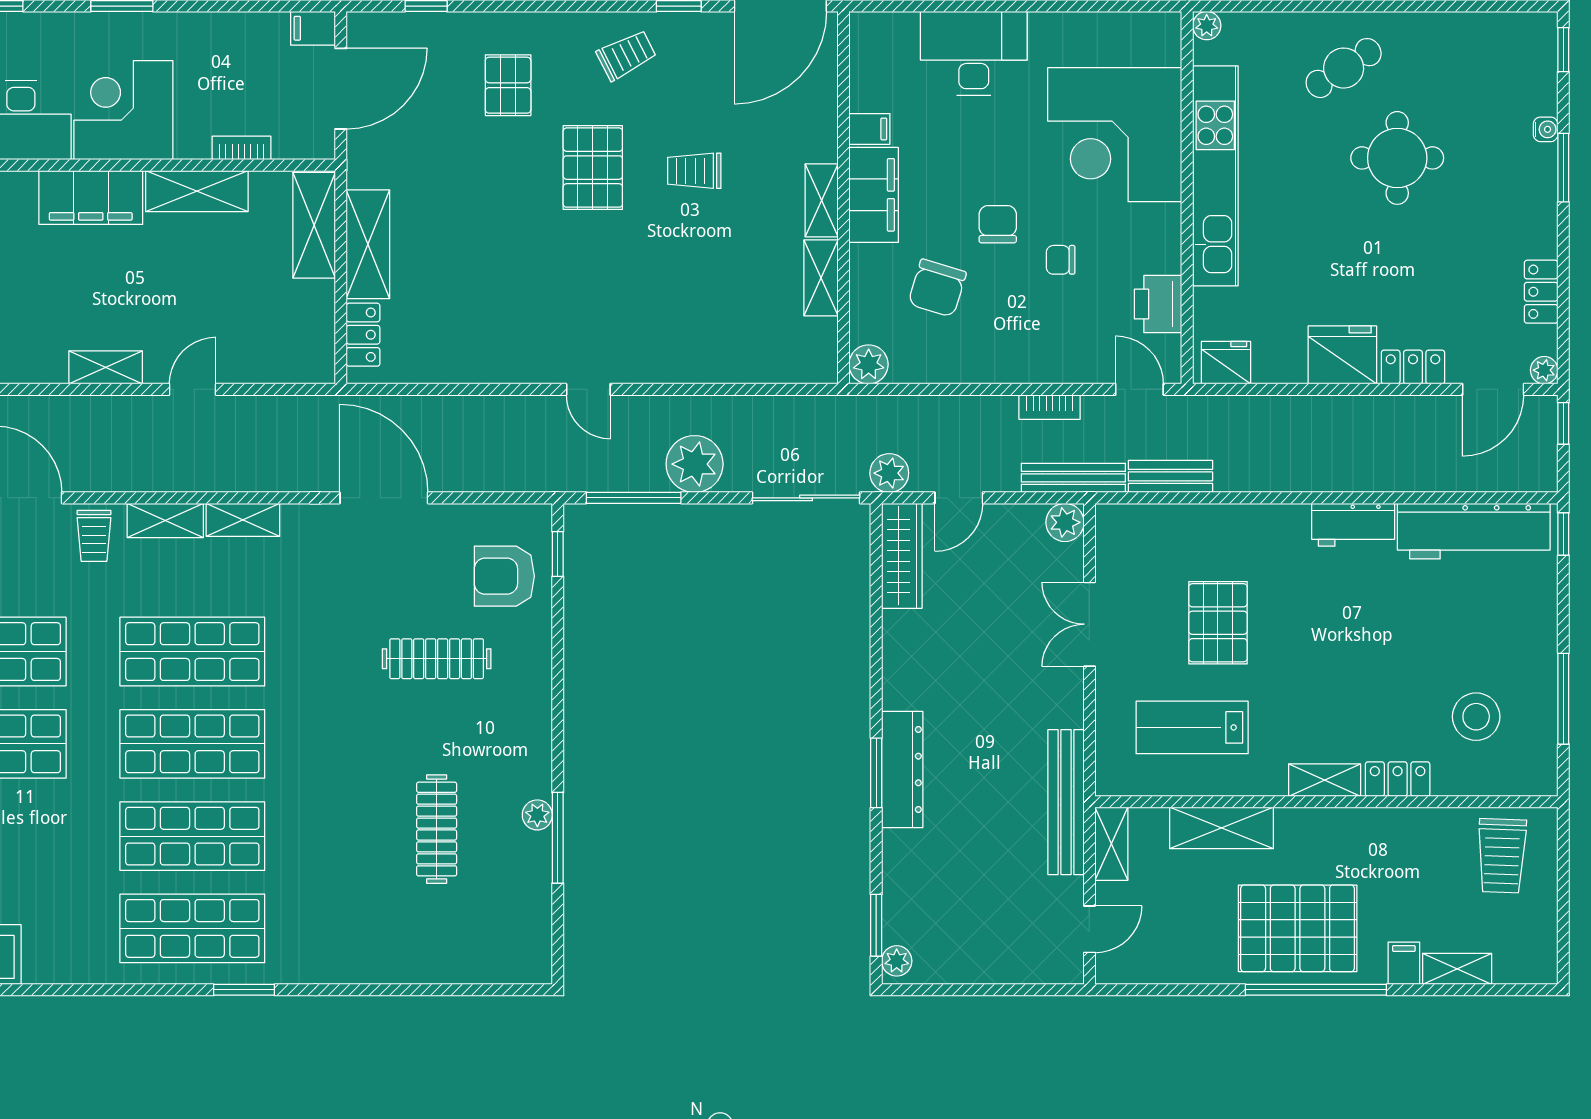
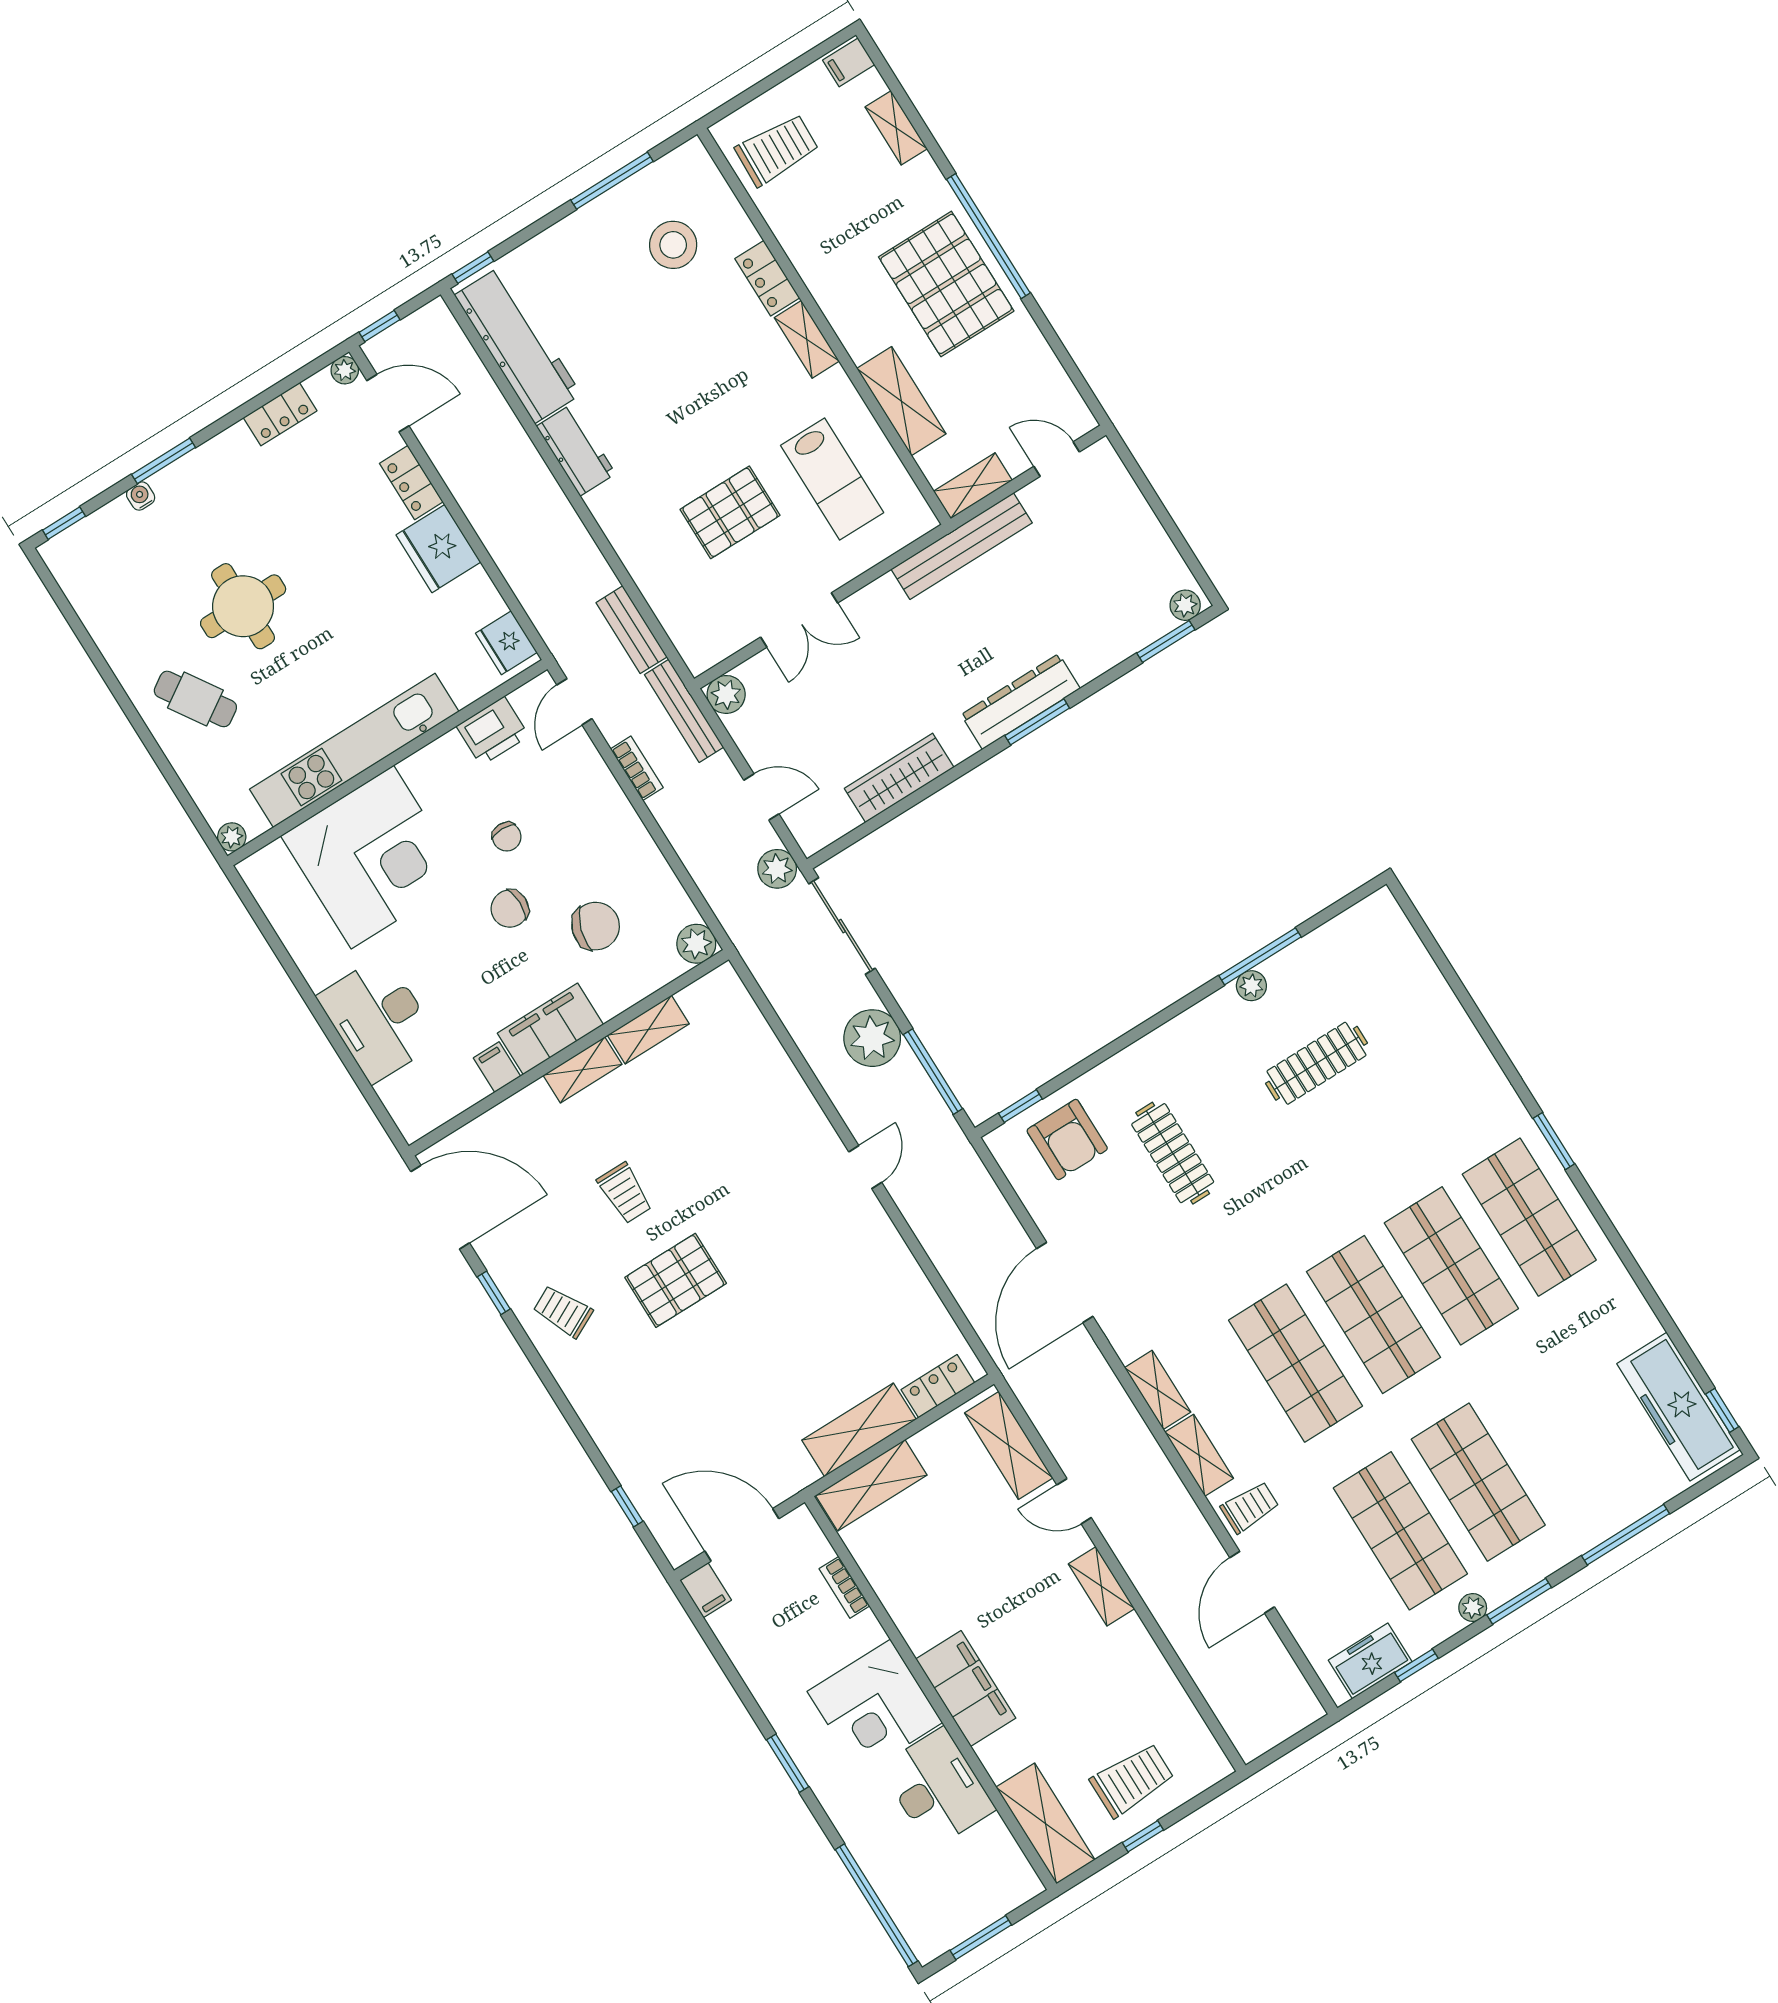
pallet: (508, 85) -> (651, 1395), removed
shelving: (197, 191) -> (1009, 1445), moved
wardrobe: (902, 556) -> (899, 778), moved
filing cabinet: (1404, 963) -> (849, 62), moved

